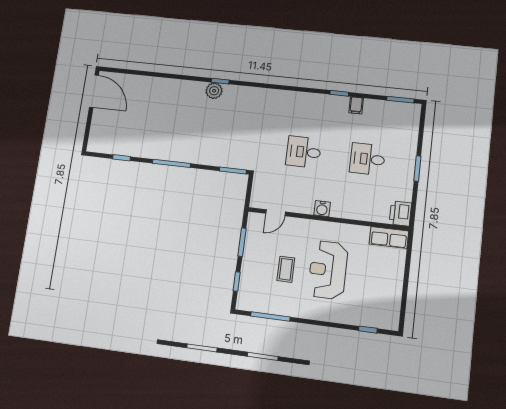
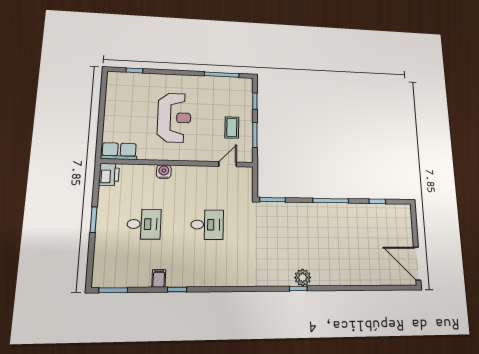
water cooler: (322, 209) -> (164, 172), moved
coffee table: (286, 269) -> (232, 127), moved

